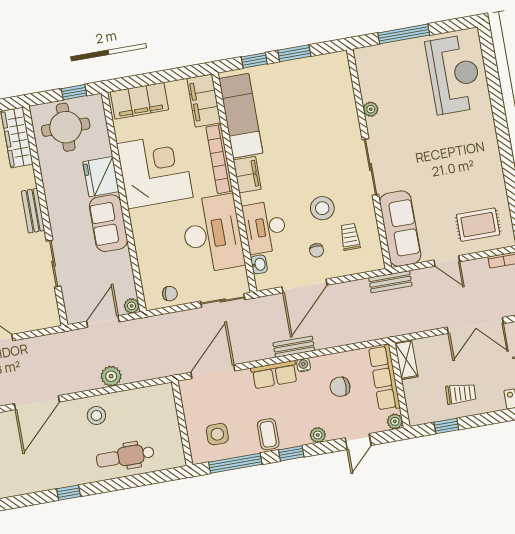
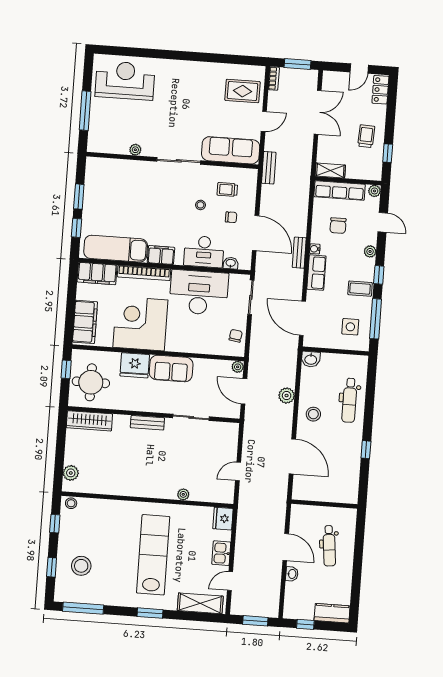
stool: (322, 208) -> (200, 205), width x0.53, depth x0.53
rug: (478, 225) -> (242, 91), turned 90
washbasin: (164, 395) -> (311, 359), added

